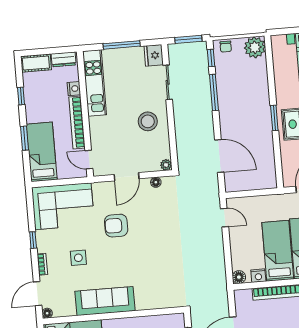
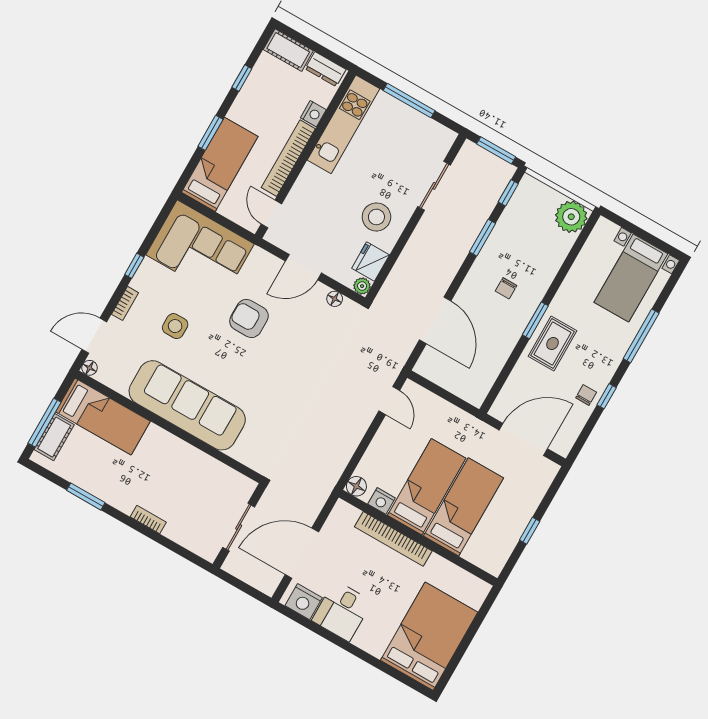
chair: (226, 47) -> (506, 288), moved
fridge: (154, 55) -> (371, 262), moved
window: (214, 93) -> (483, 238), width x0.69
sofa: (105, 301) -> (187, 405), width x1.36, depth x1.27

